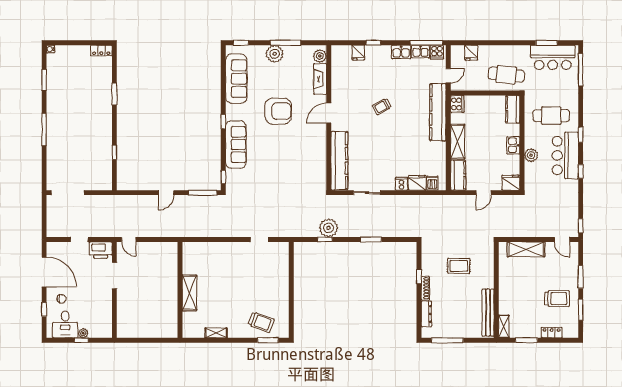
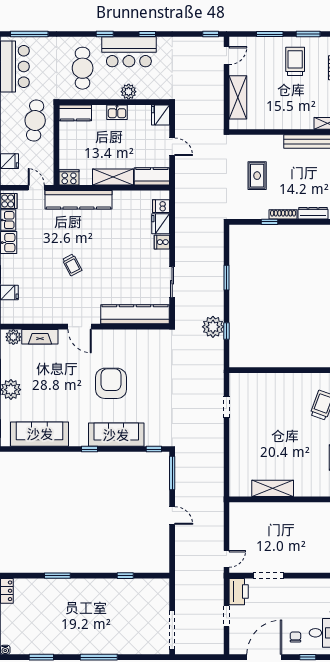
armchair: (278, 111) -> (111, 383), moved
shelving: (189, 293) -> (273, 488), moved

